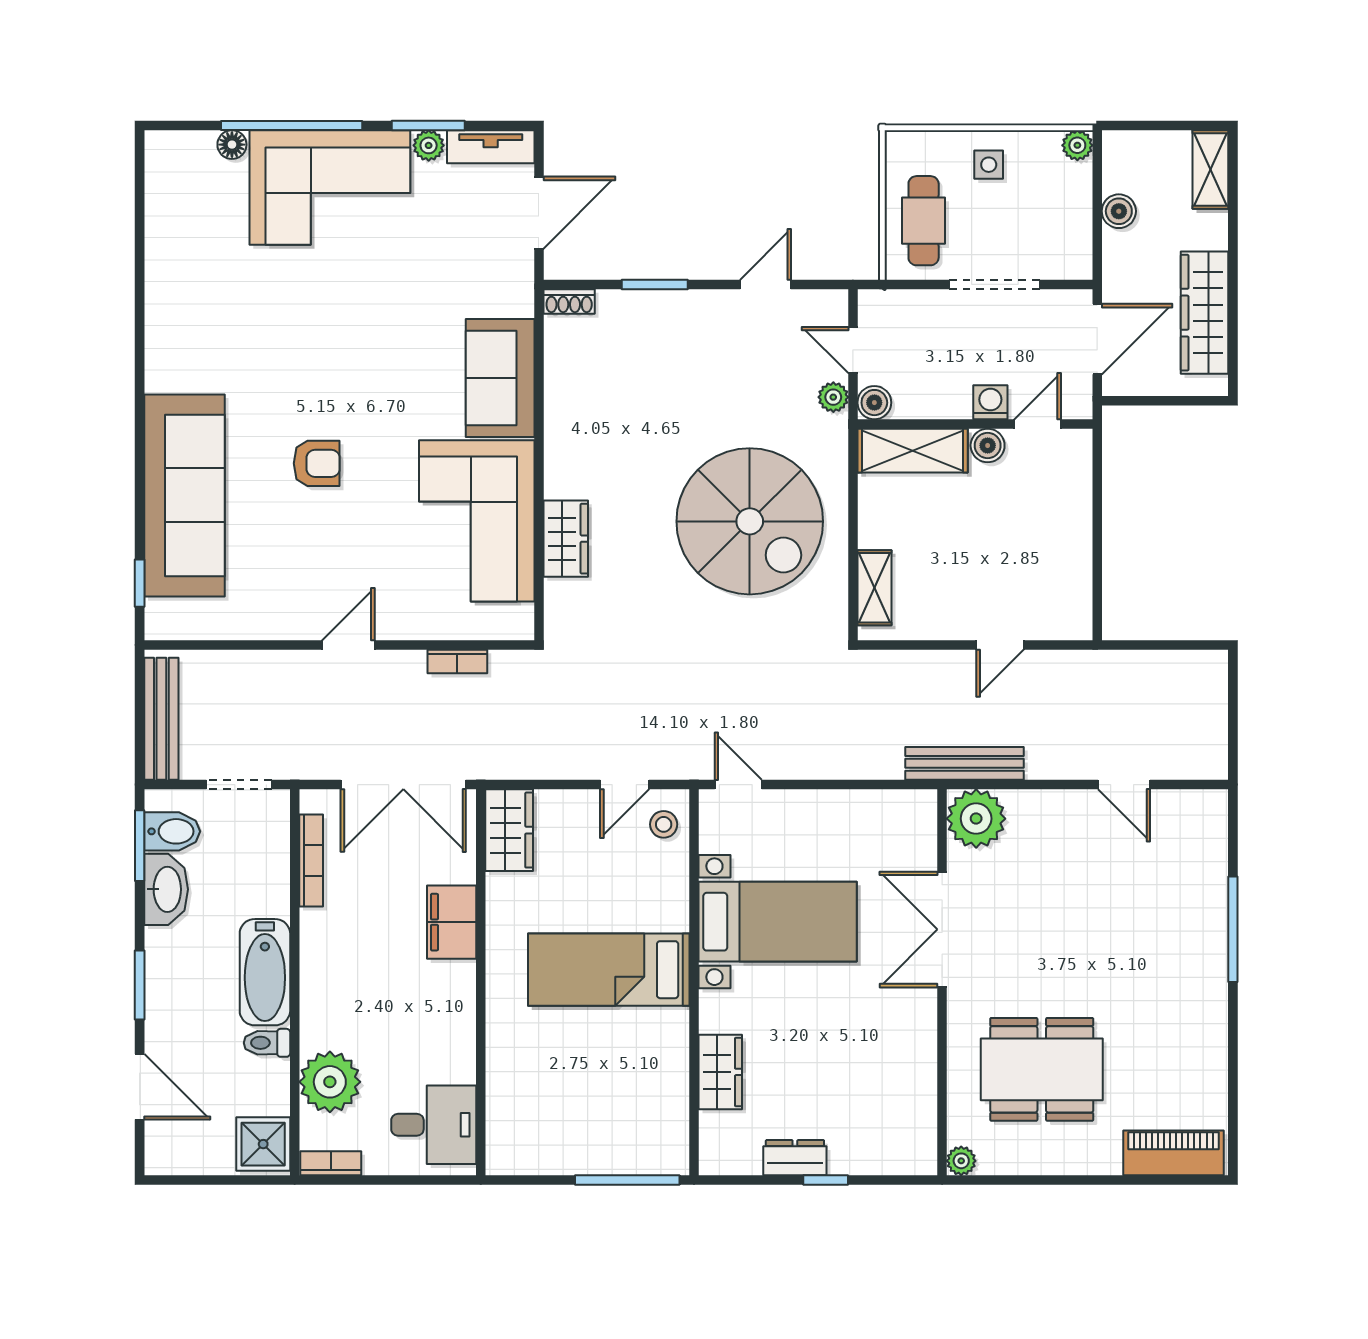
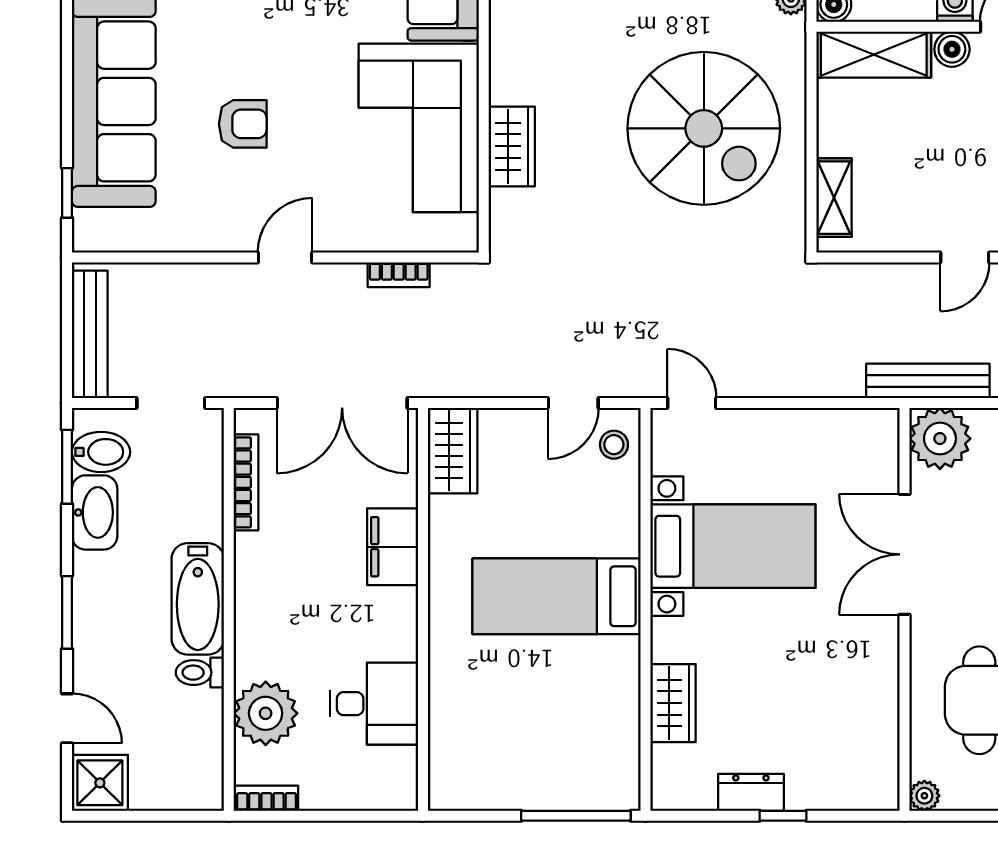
armchair: (317, 463) -> (243, 124), moved
door: (140, 1087) -> (67, 718), width x0.73
desk: (434, 1125) -> (374, 704), moved
shower: (263, 1144) -> (100, 783), moved

